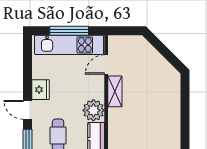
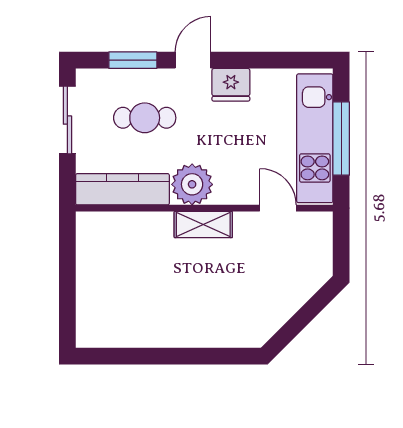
shelving: (115, 91) -> (203, 225), moved

